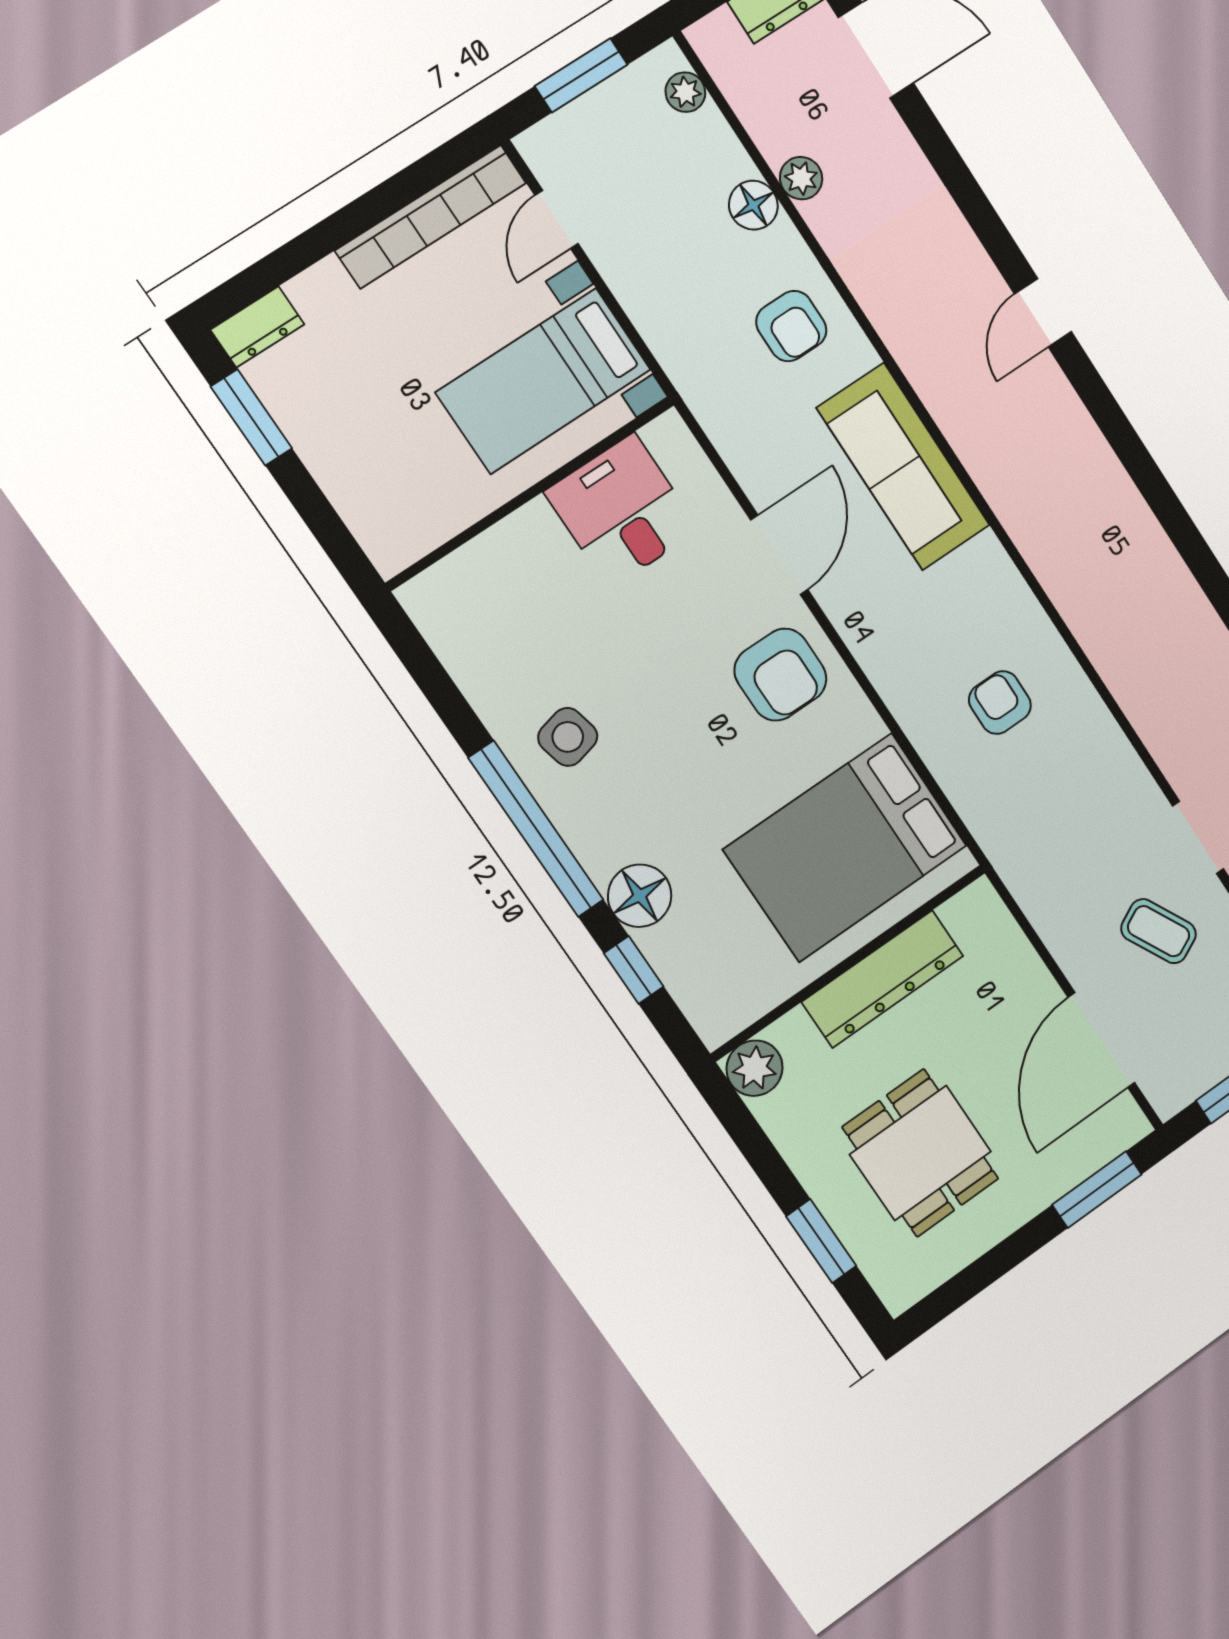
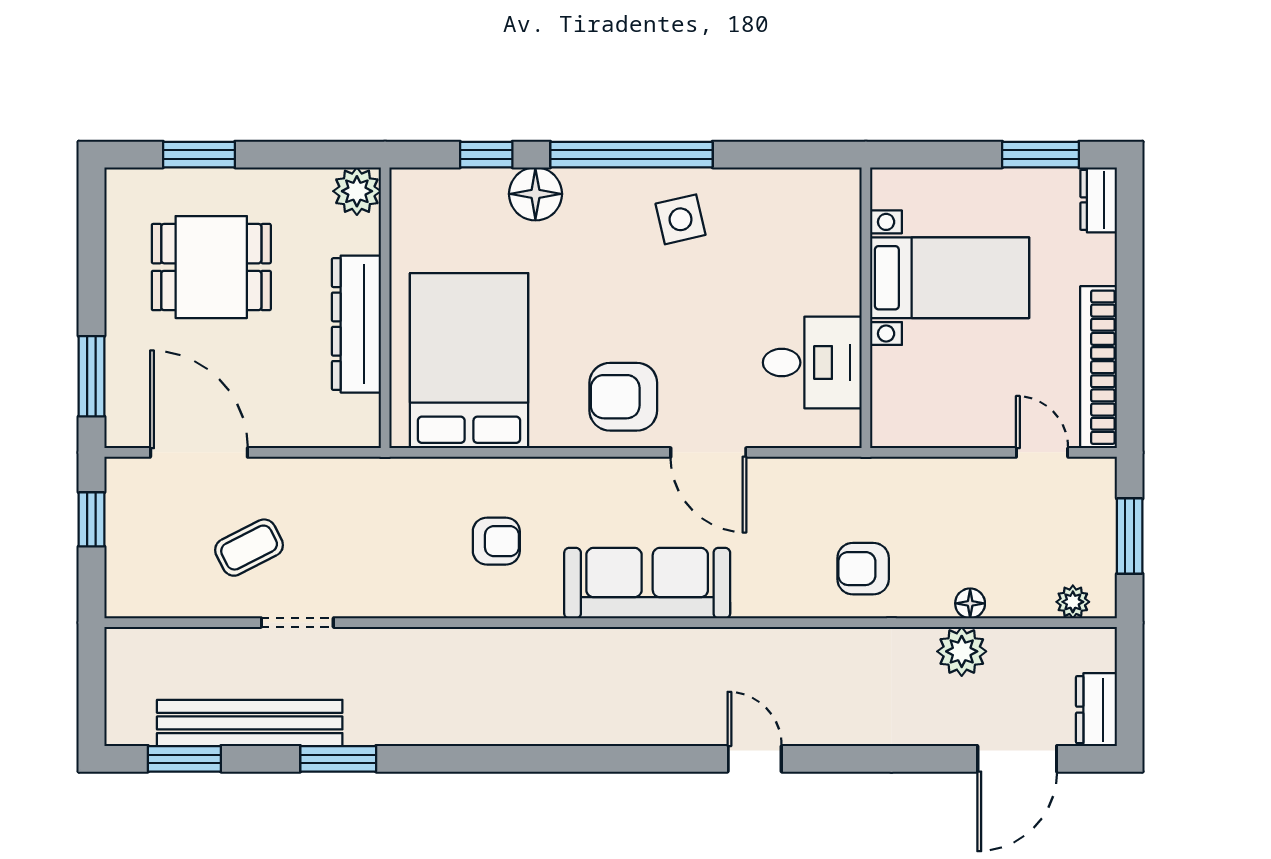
plant: (801, 178) -> (962, 651), width x1.38, depth x1.38
floor lamp: (753, 205) -> (970, 603), width x0.73, depth x0.73
bed with nightstands: (543, 381) -> (950, 278), moved, turned 90
sofa: (903, 467) -> (647, 583), moved

